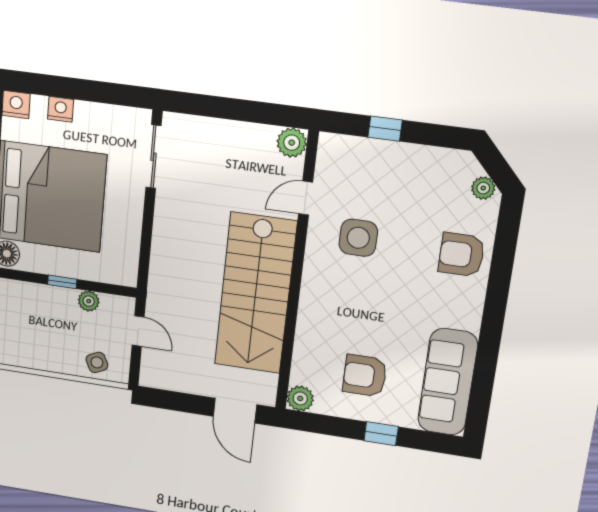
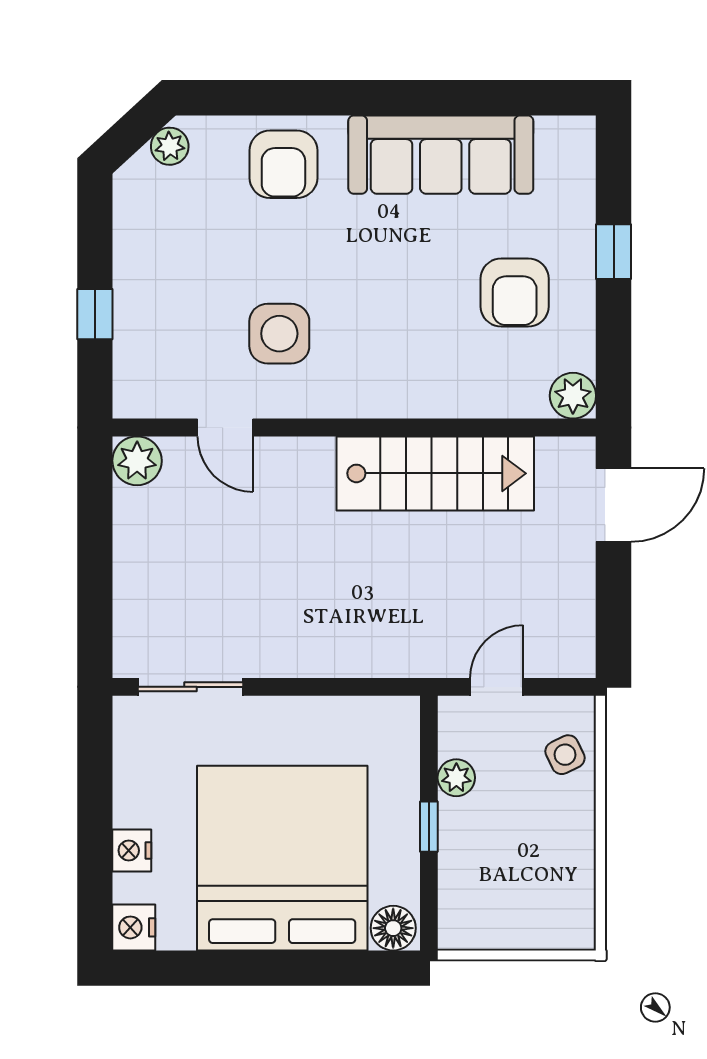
stairs: (255, 293) -> (435, 473), width x0.73, depth x0.66
sofa: (448, 382) -> (441, 155), moved

